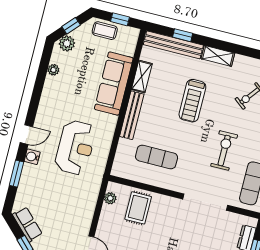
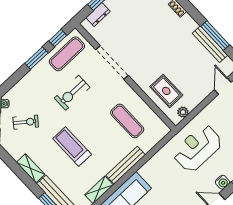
treadmill: (192, 101) -> (72, 147), turned -90
reception desk: (75, 148) -> (198, 148), moved
rug: (138, 208) -> (166, 91), turned 90

